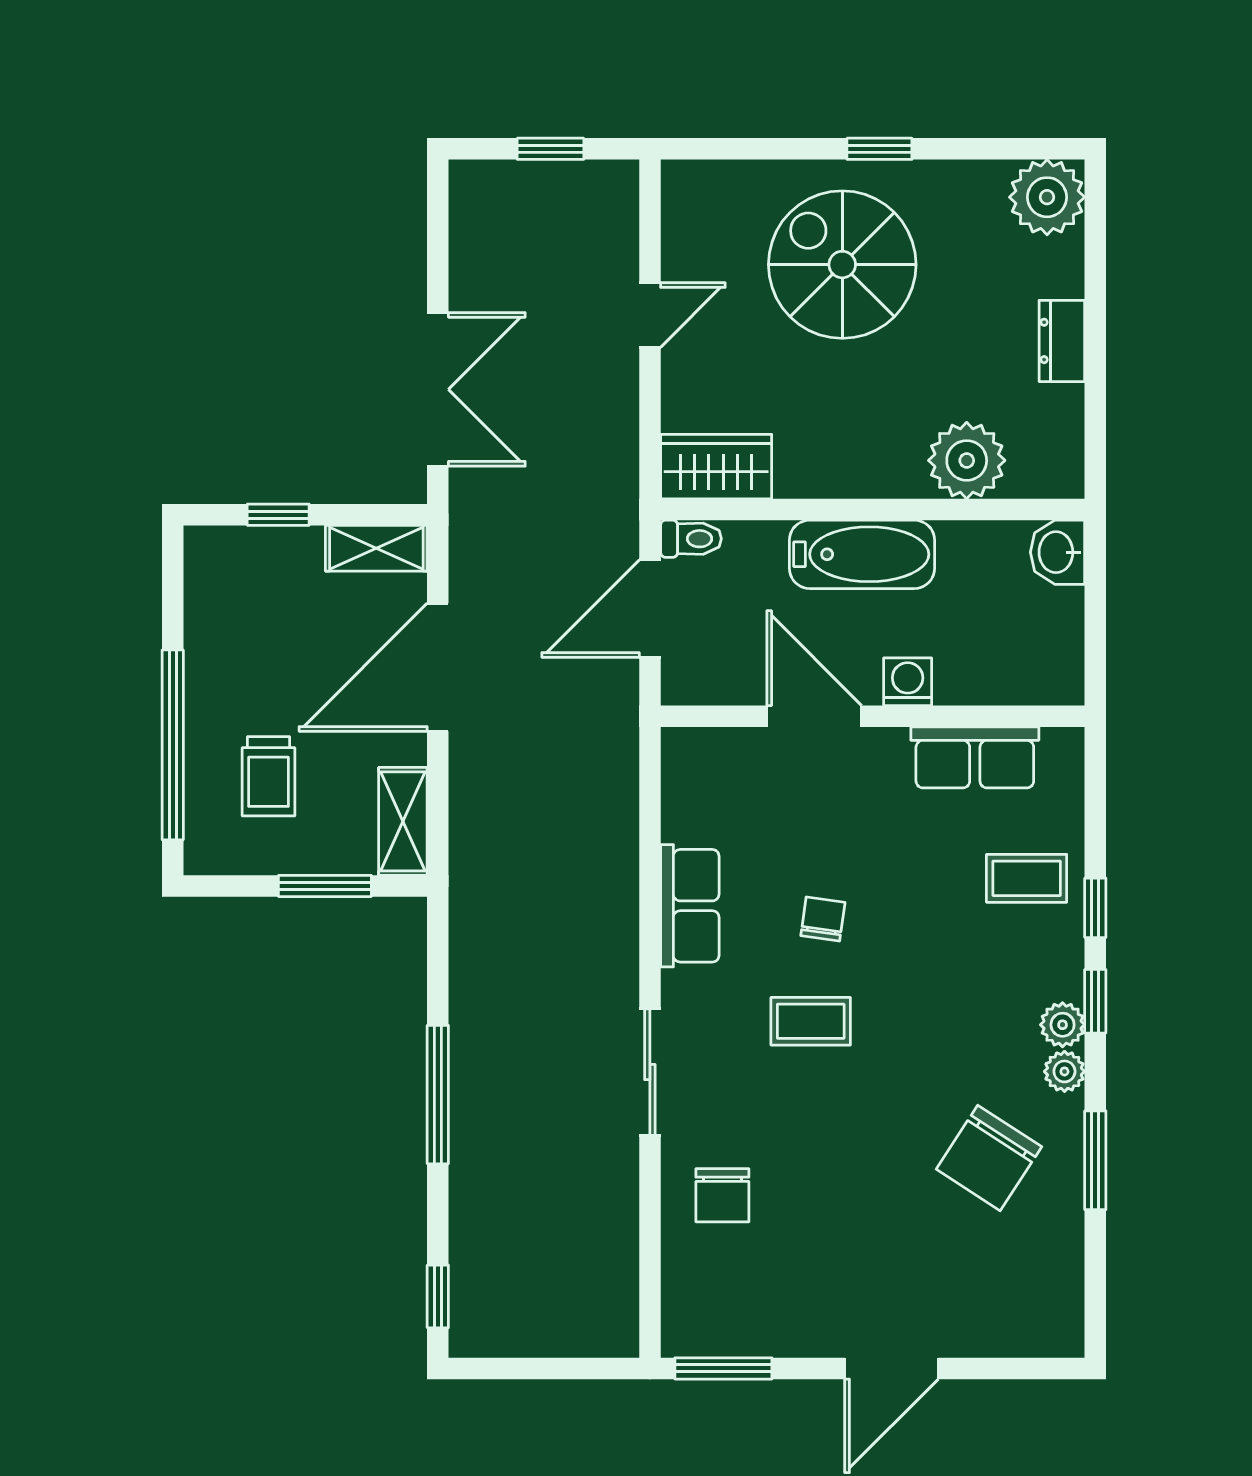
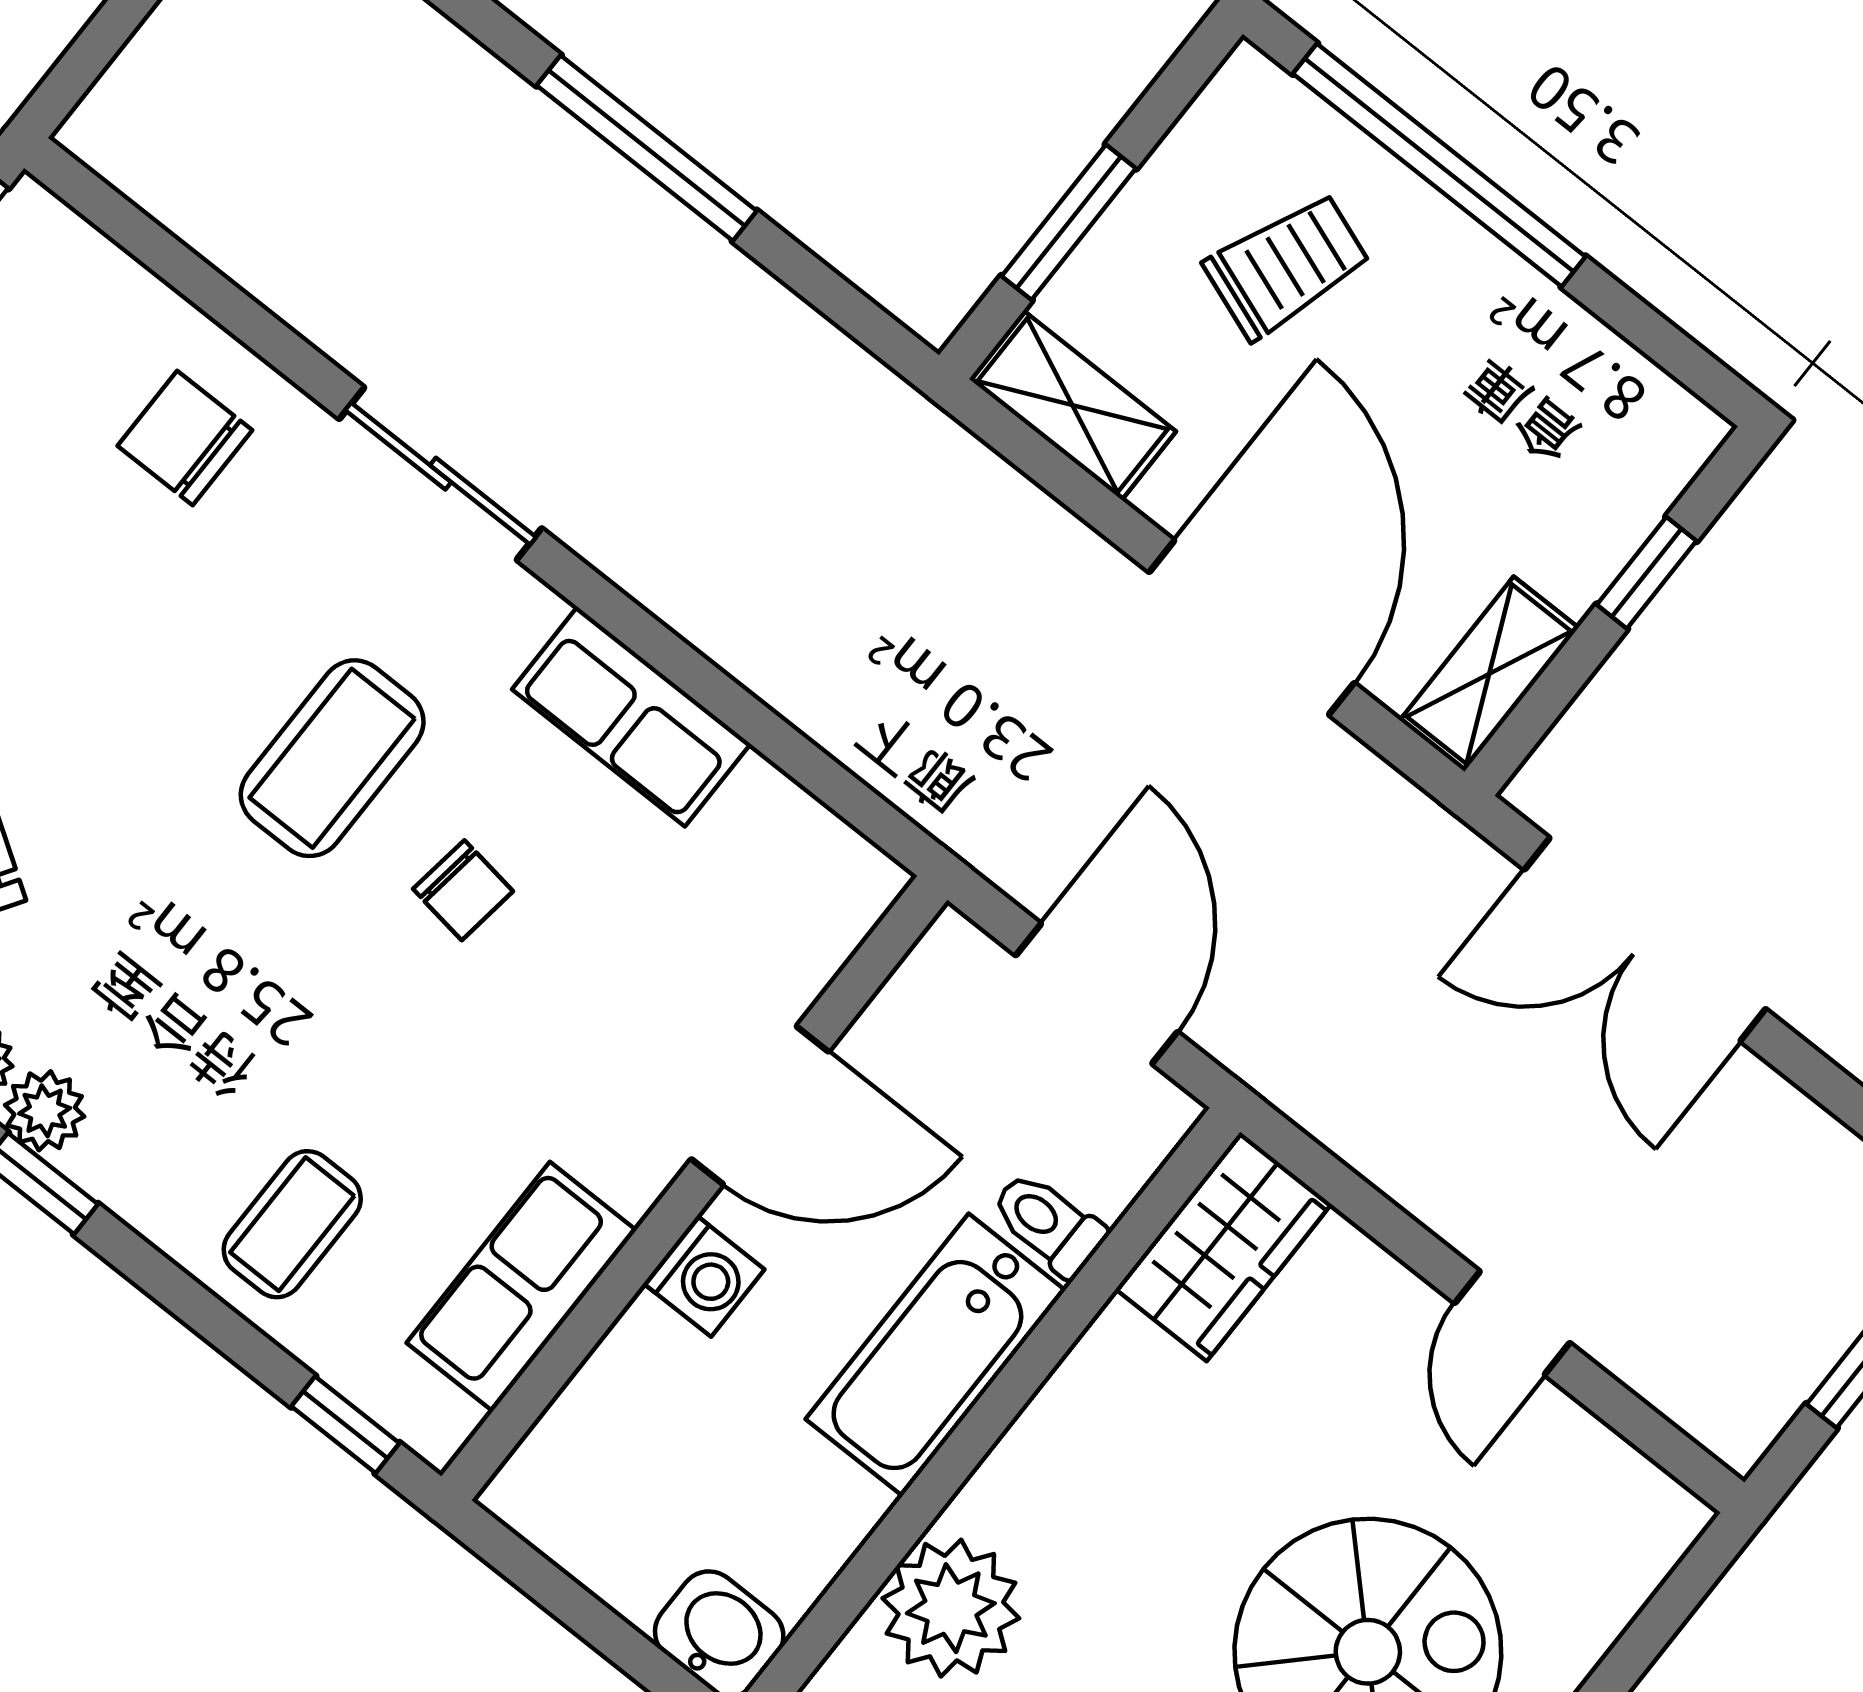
toilet: (691, 539) -> (1048, 1224), moved, turned 90
trolley: (269, 776) -> (1287, 266), turned 110
window: (1095, 908) -> (345, 1425), moved
coffee table: (811, 1021) -> (332, 758), width x1.36, depth x1.30

